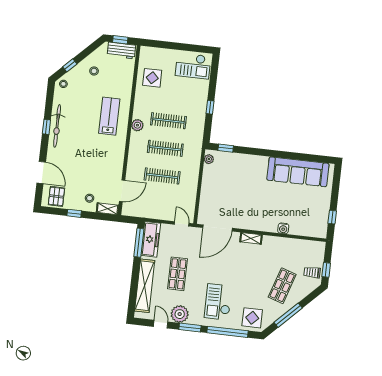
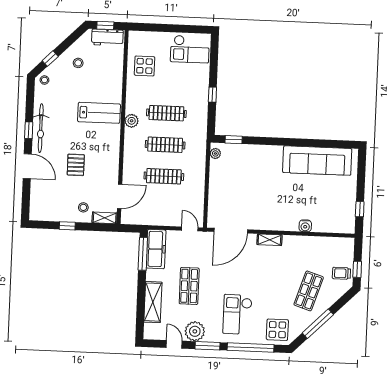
lab bench: (109, 116) -> (99, 113), turned 90
door: (41, 173) -> (27, 166), moved
pallet: (56, 196) -> (76, 165), moved
shelving: (145, 286) -> (153, 302), width x0.68

